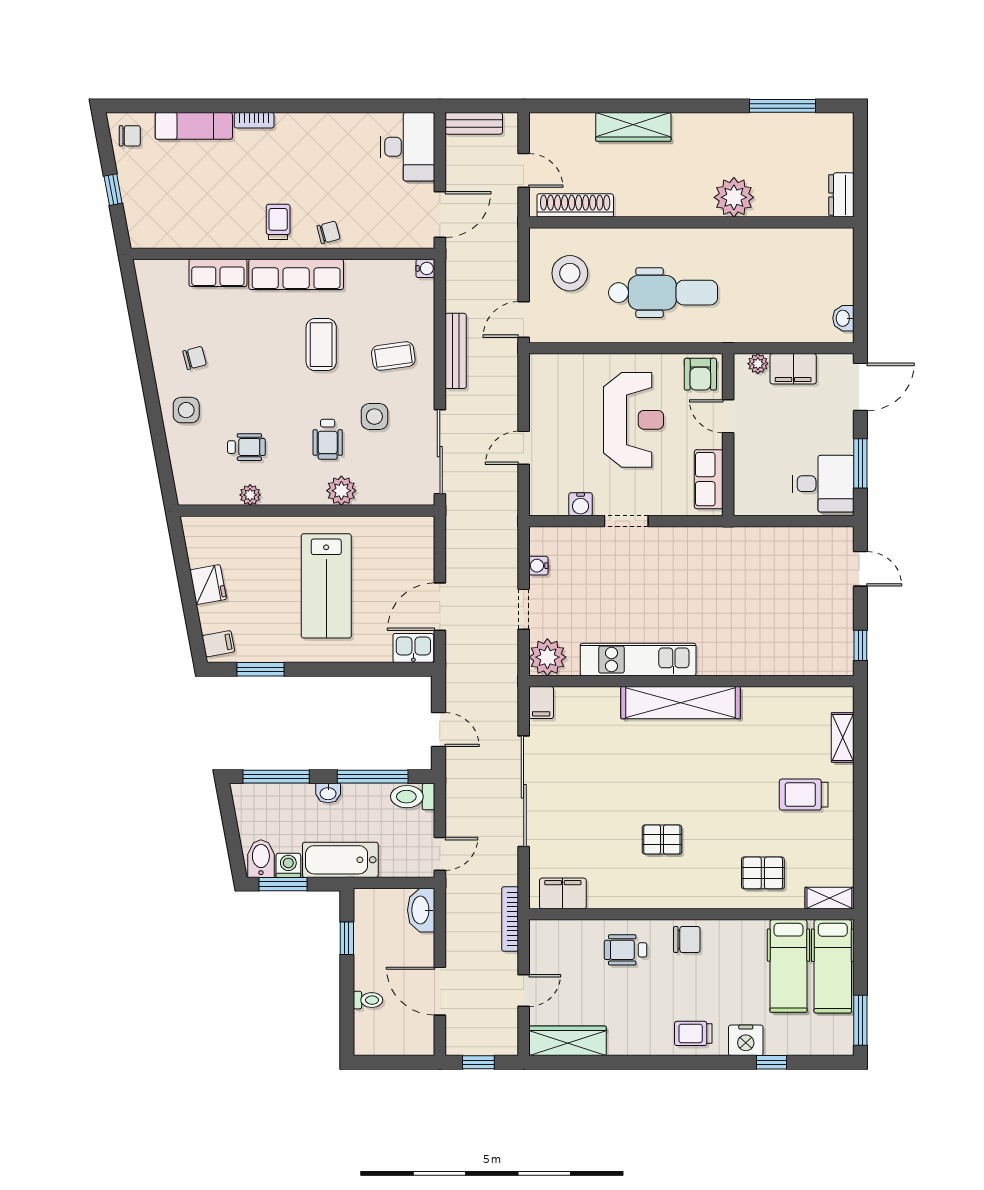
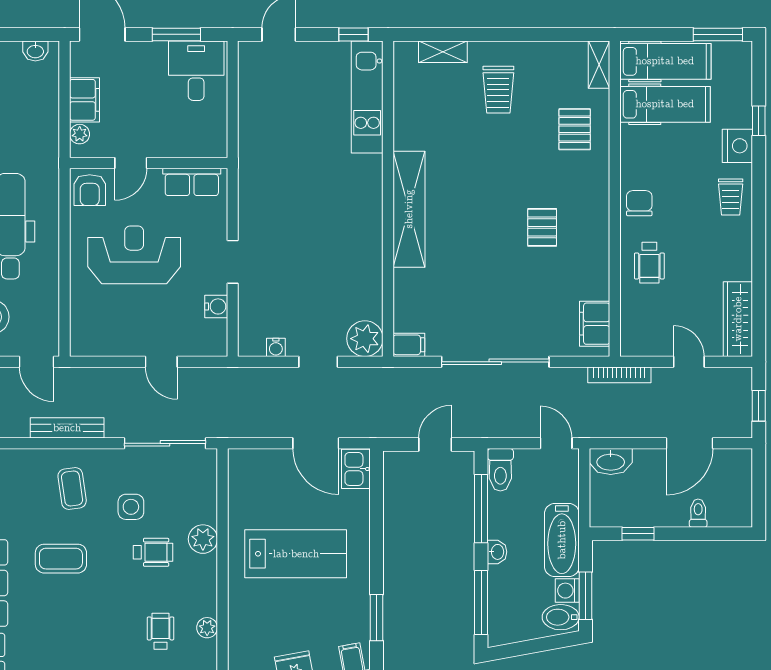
armchair: (700, 374) -> (90, 190), turned 90
kitchen unit: (638, 660) -> (367, 97), moved

